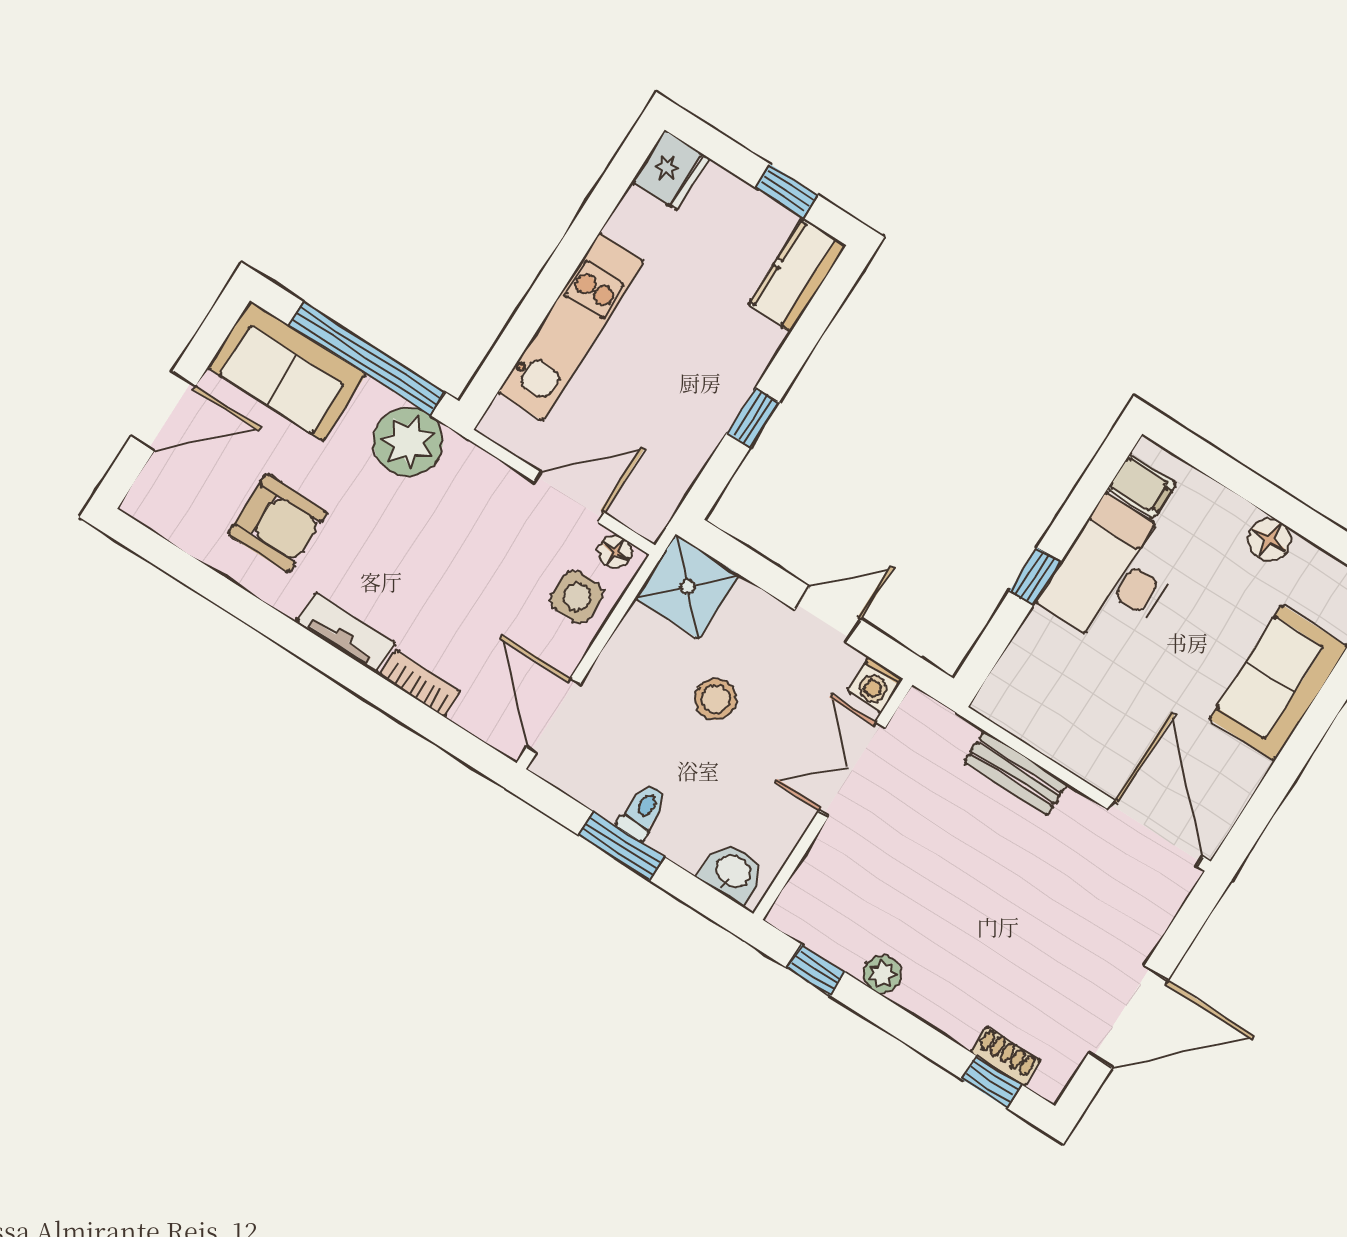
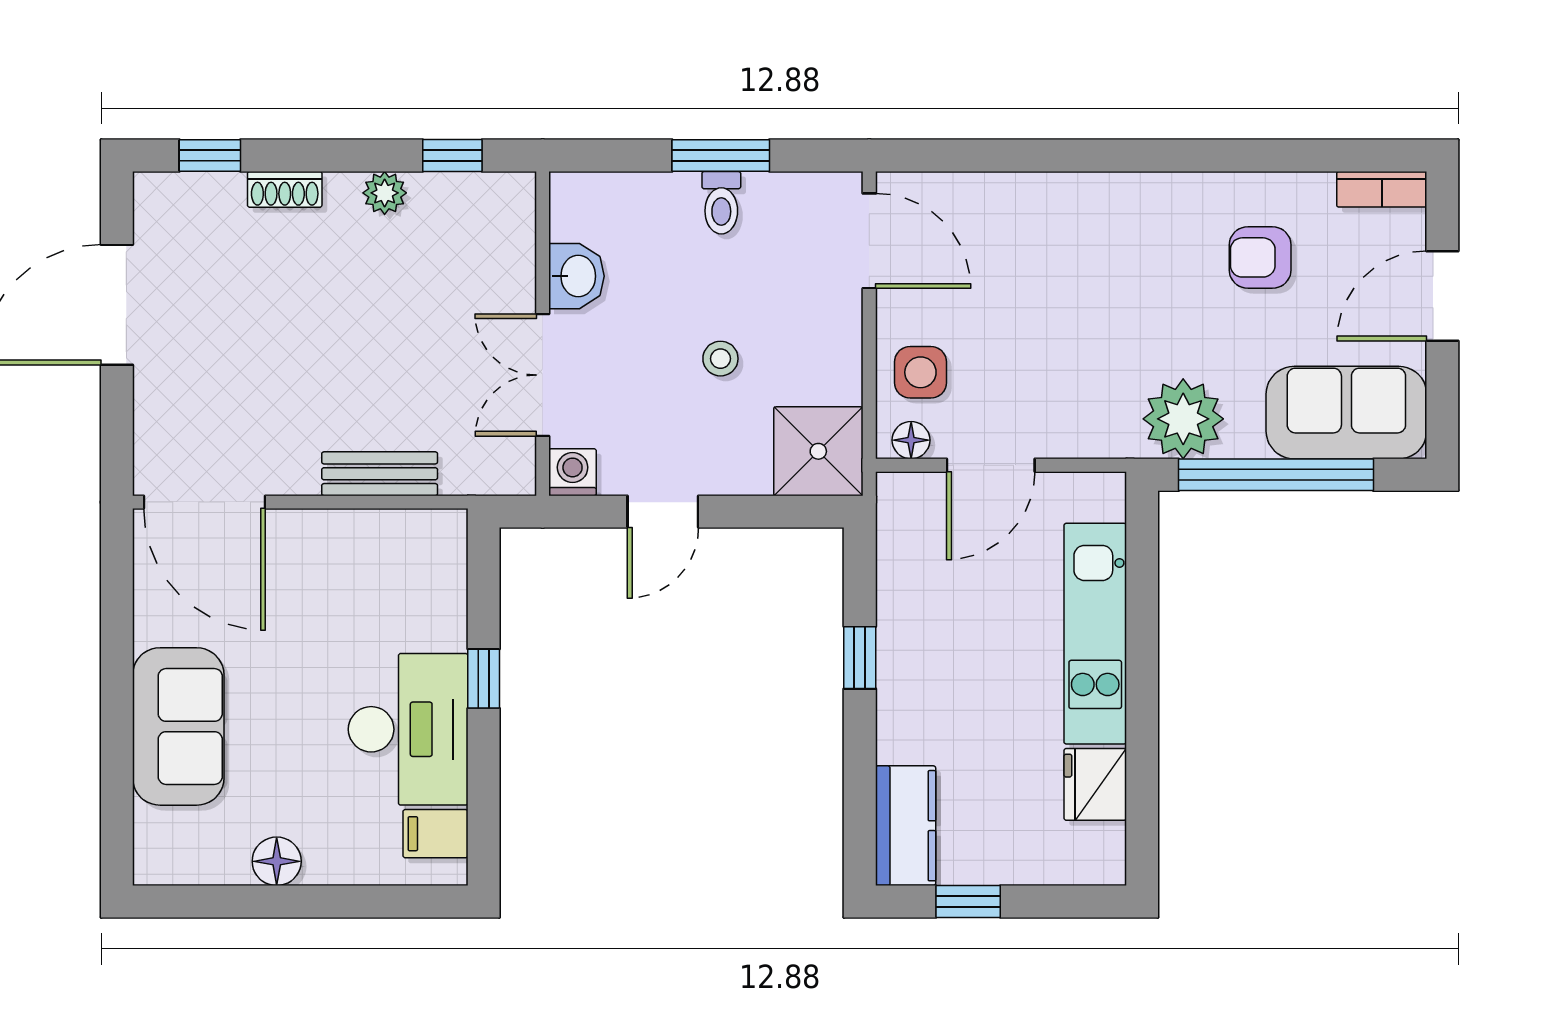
fridge: (671, 170) -> (1095, 784), moved
armchair: (278, 523) -> (1260, 257), width x0.72, depth x0.72
tv unit: (346, 633) -> (1125, 193), removed
bookcase: (420, 683) -> (1382, 189), moved
stool: (715, 699) -> (720, 359), width x0.73, depth x0.73
double door: (852, 769) -> (543, 375), swing flipped
washbasin: (732, 872) -> (577, 276), moved, turned -90
shoe rack: (1005, 1056) -> (285, 189), moved

